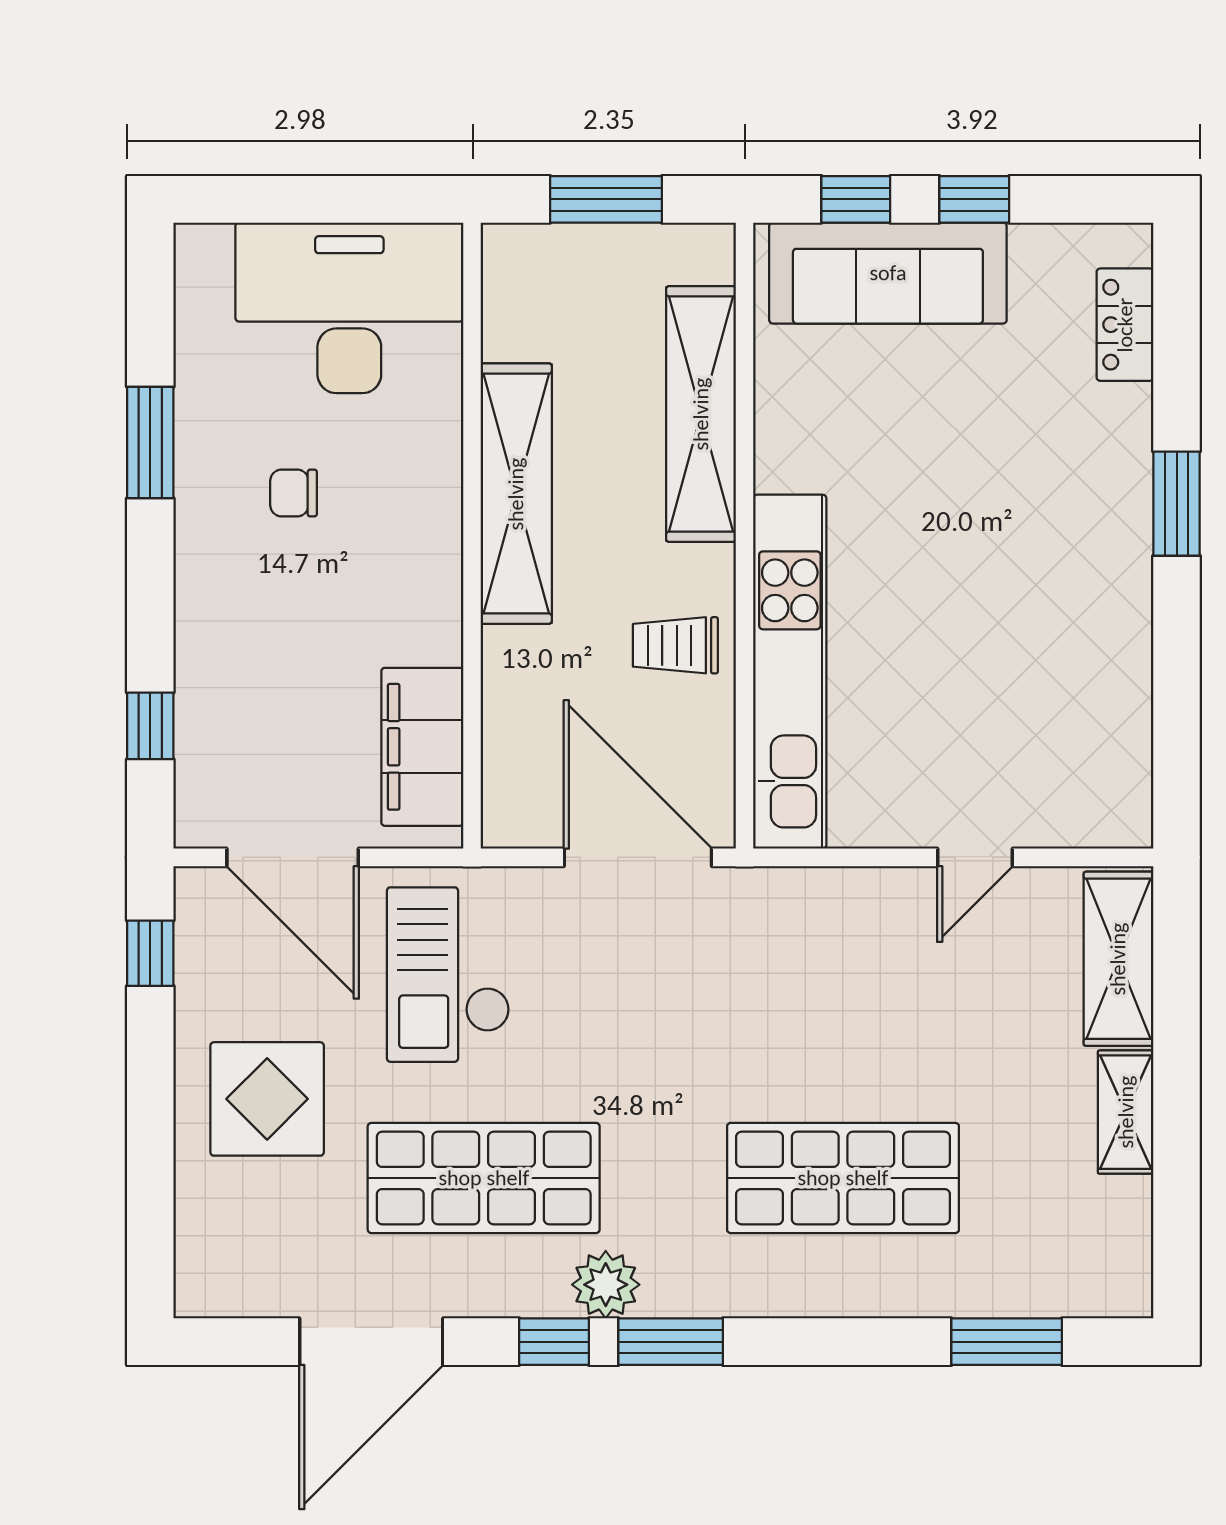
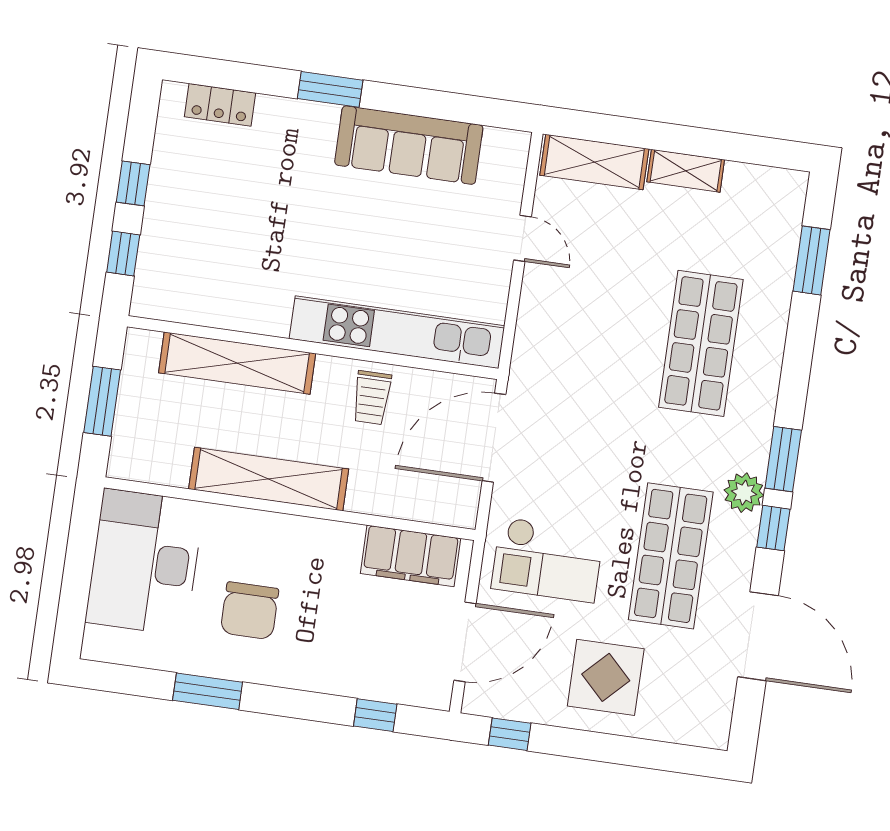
sofa: (888, 273) -> (409, 145), moved, turned 90
chair: (294, 493) -> (250, 611), width x1.87, depth x1.87

